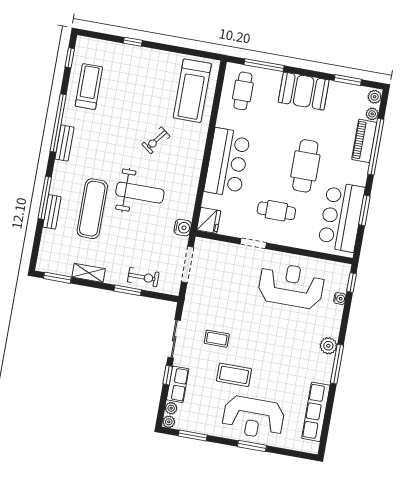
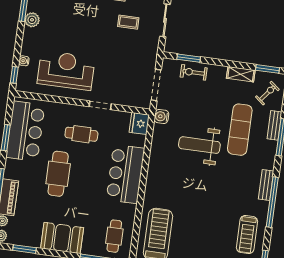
exercise bike: (156, 140) -> (267, 93), moved
reception desk: (291, 285) -> (66, 70), turned 180
window: (128, 290) -> (189, 58), moved

